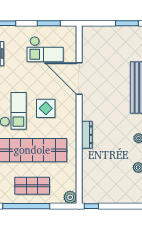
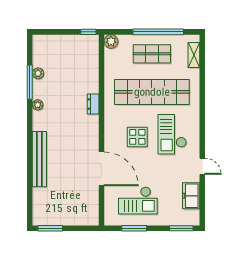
checkout: (45, 49) -> (138, 200), turned 180
dresser: (87, 135) -> (93, 104), width x0.70

